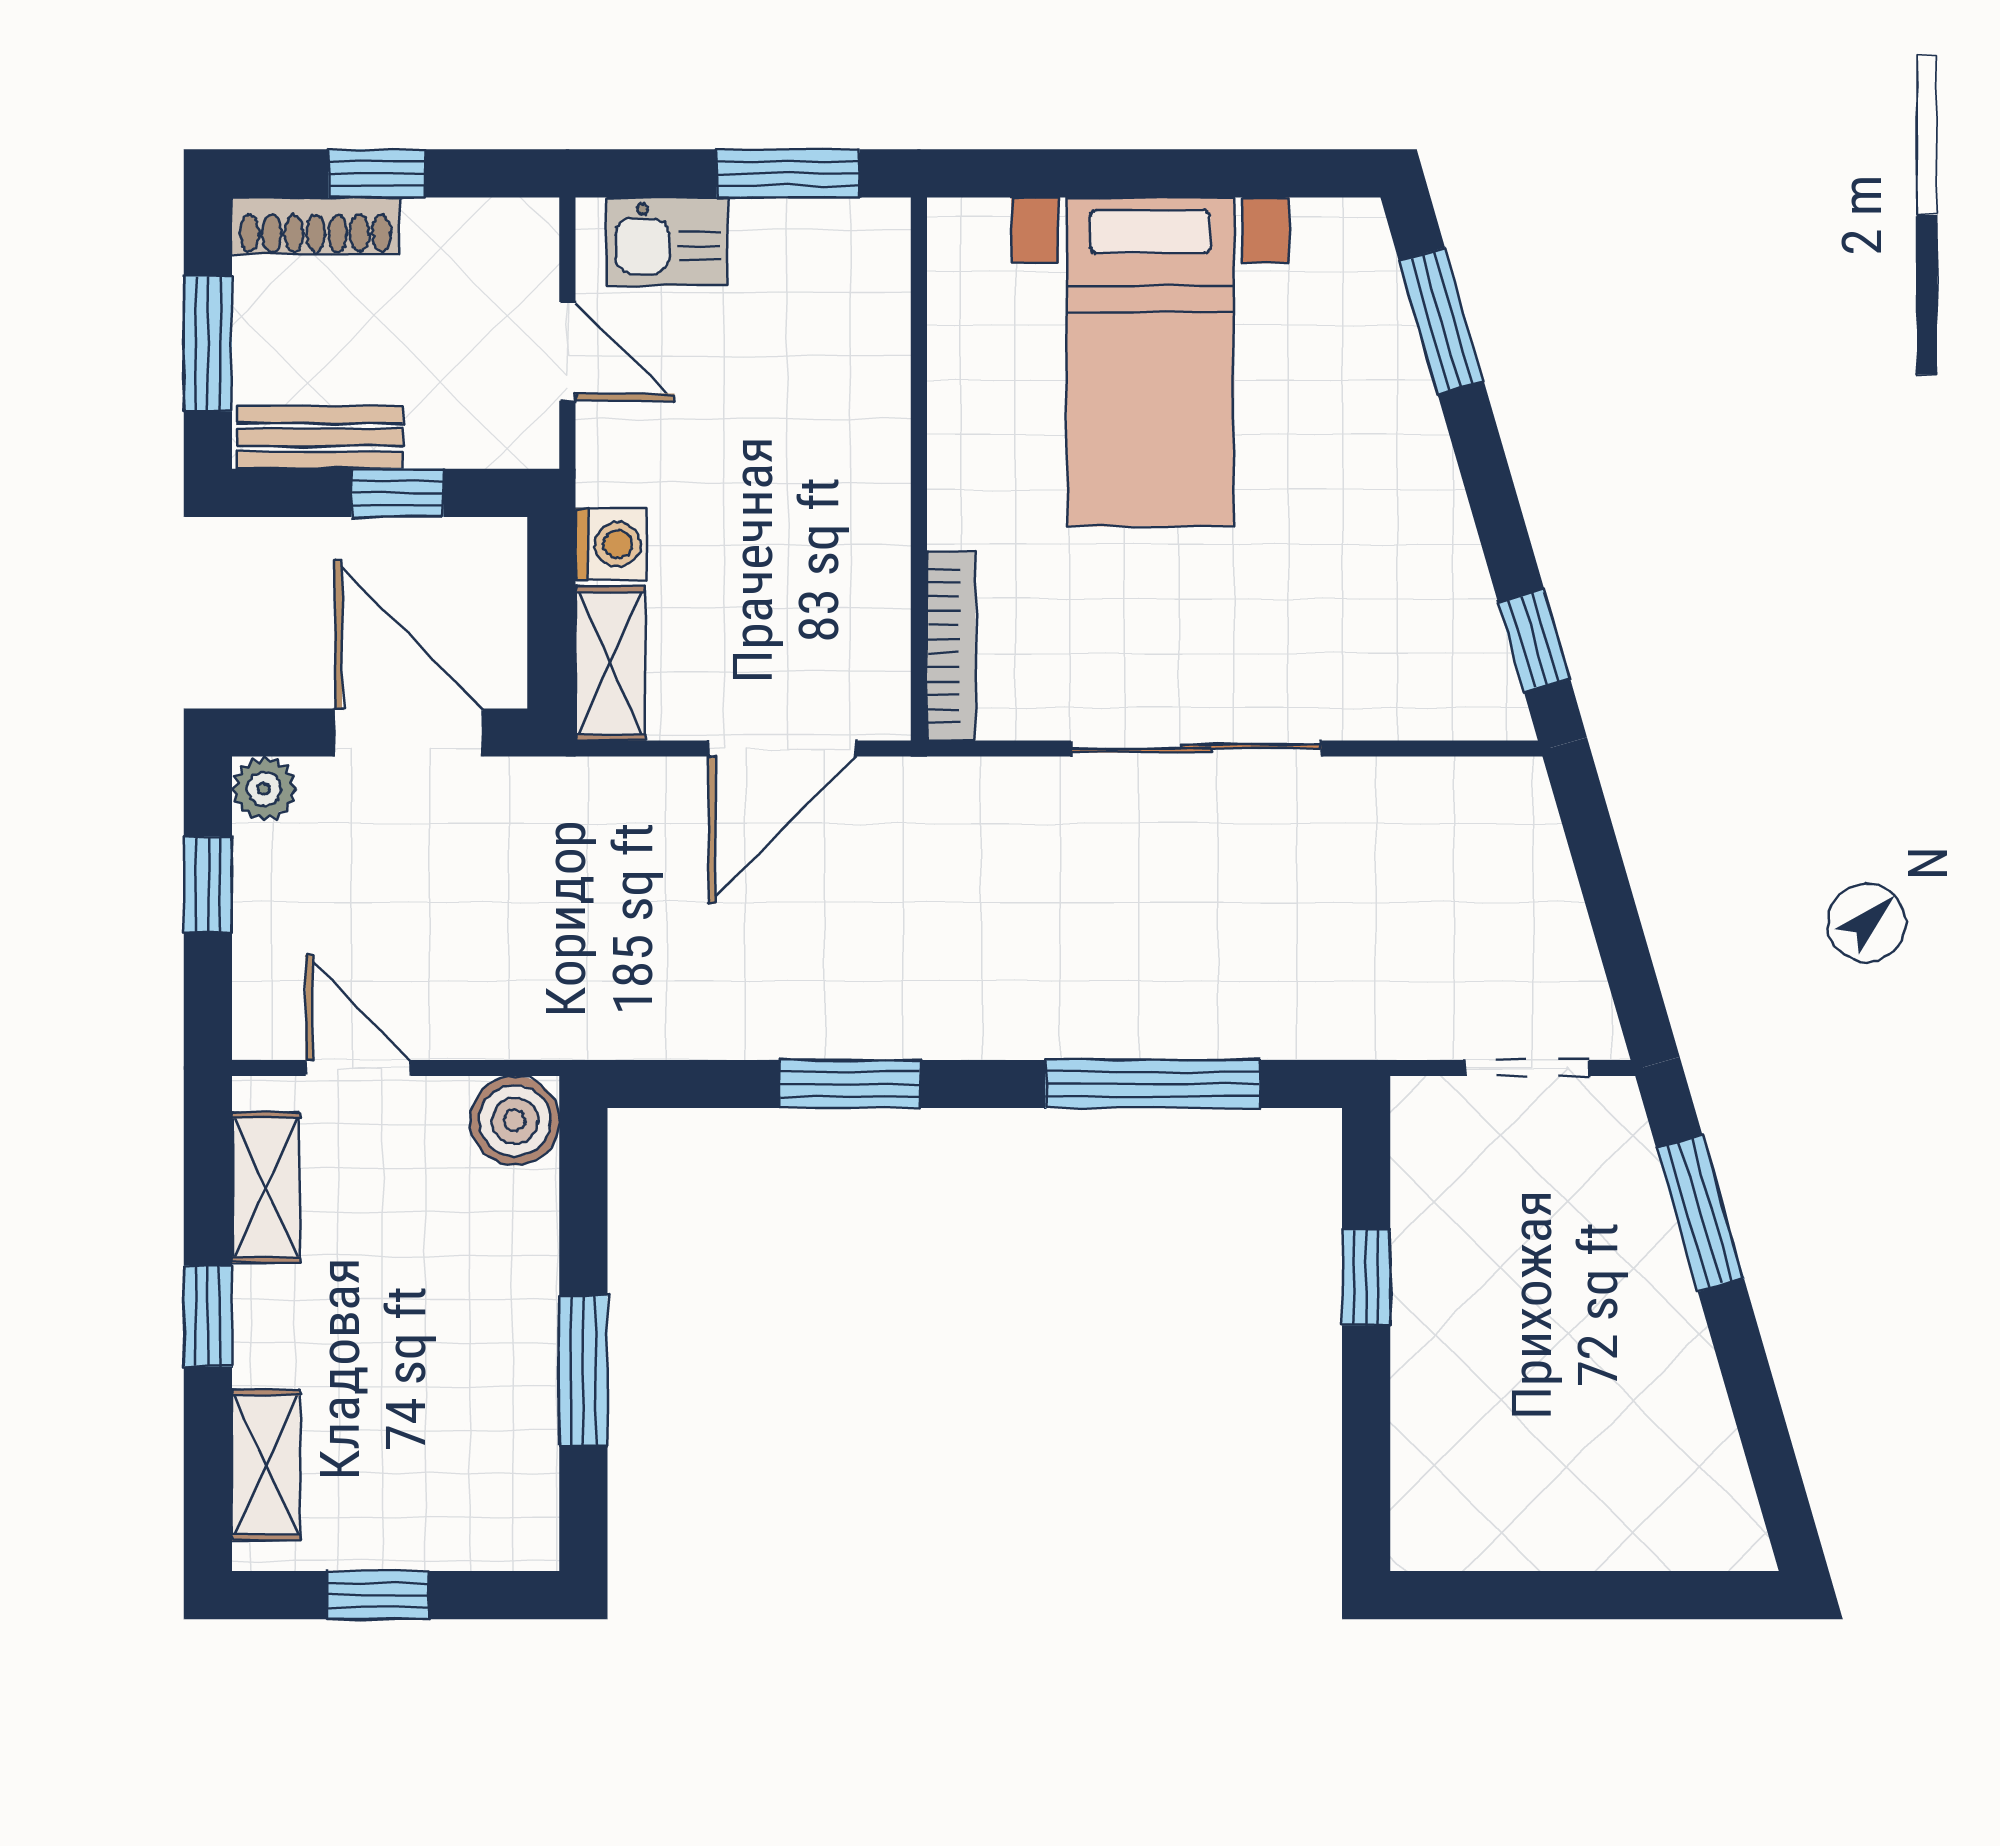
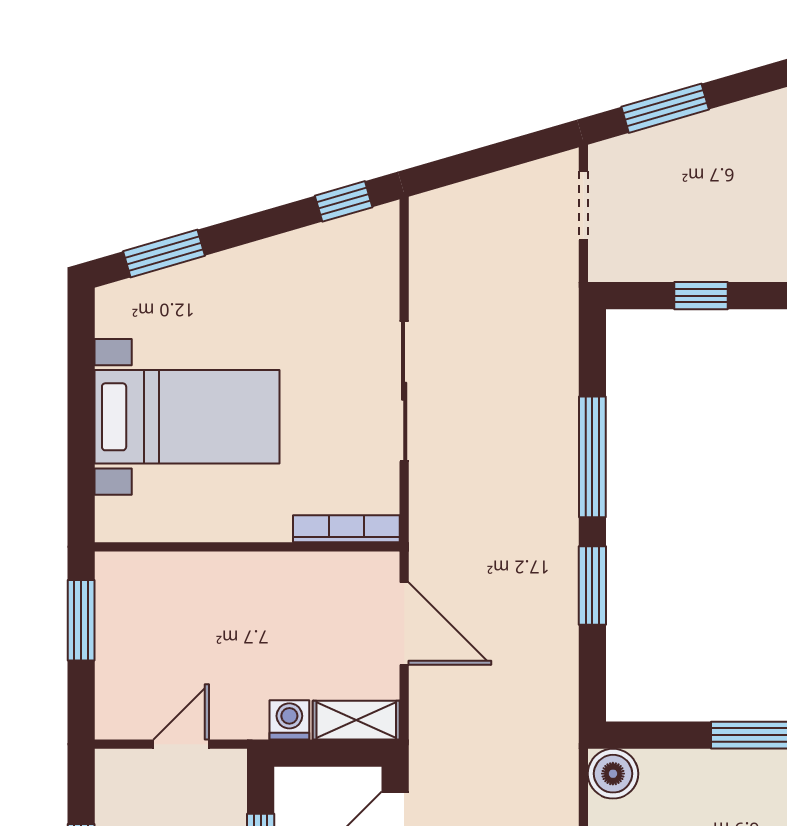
kitchen sink: (667, 242) -> (119, 688), removed
window: (1153, 1084) -> (592, 457), moved

